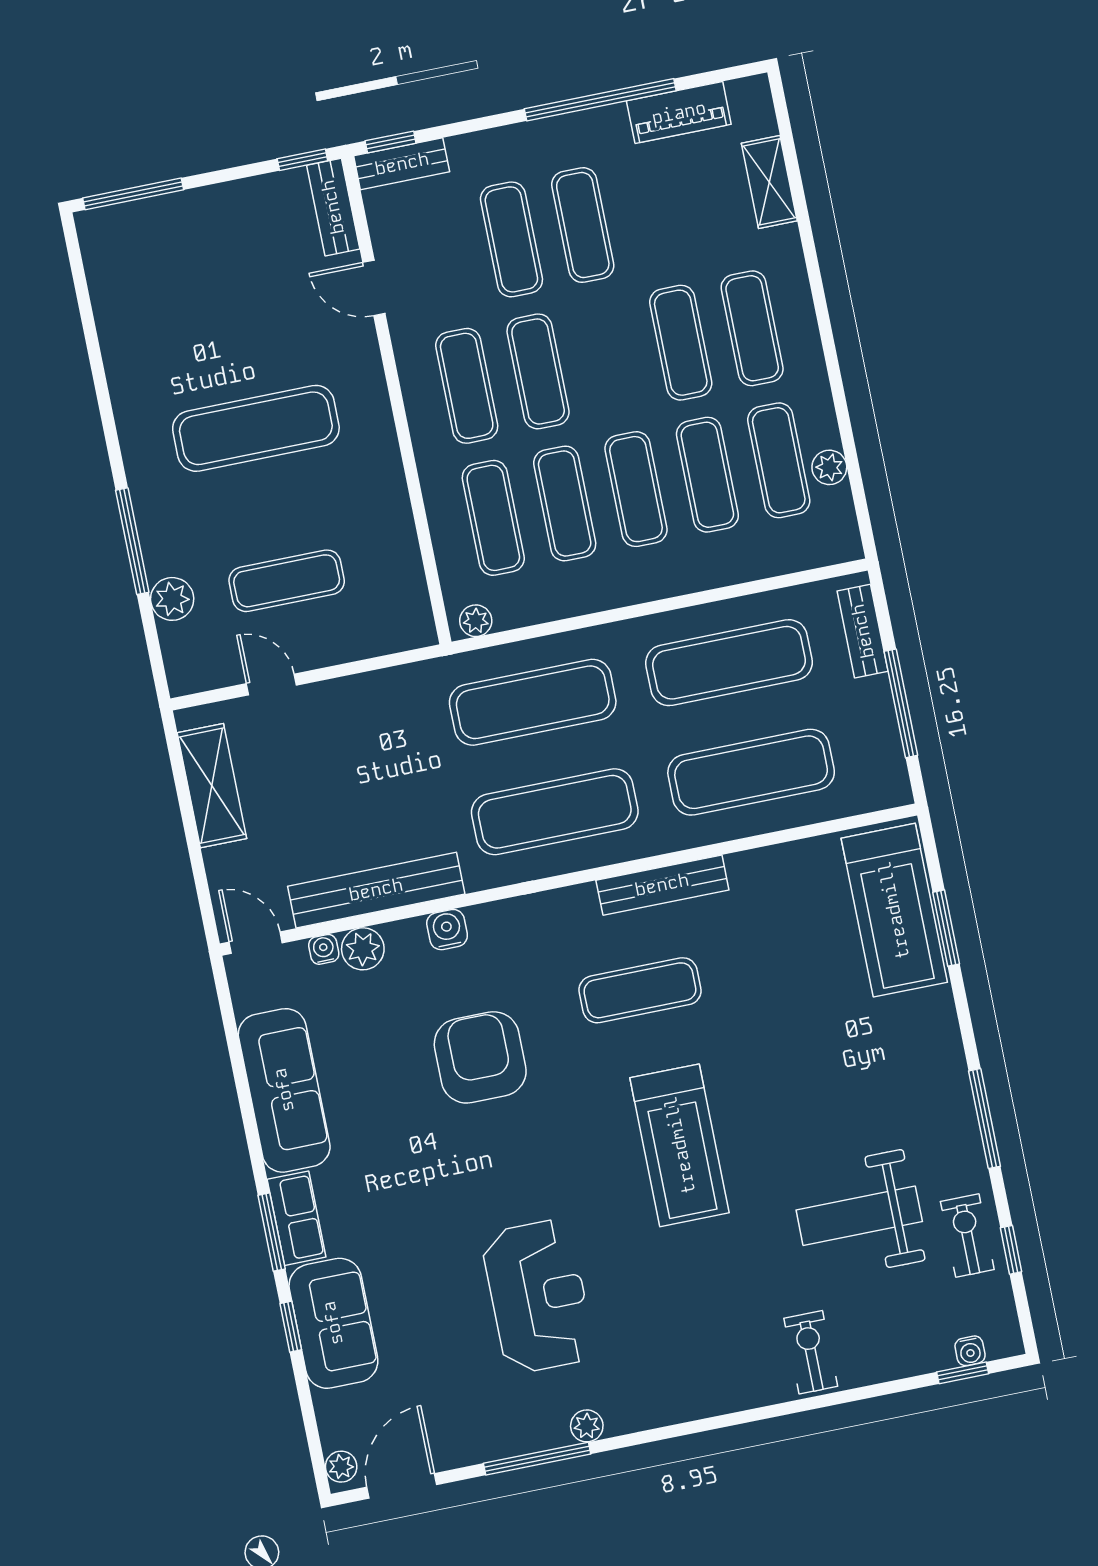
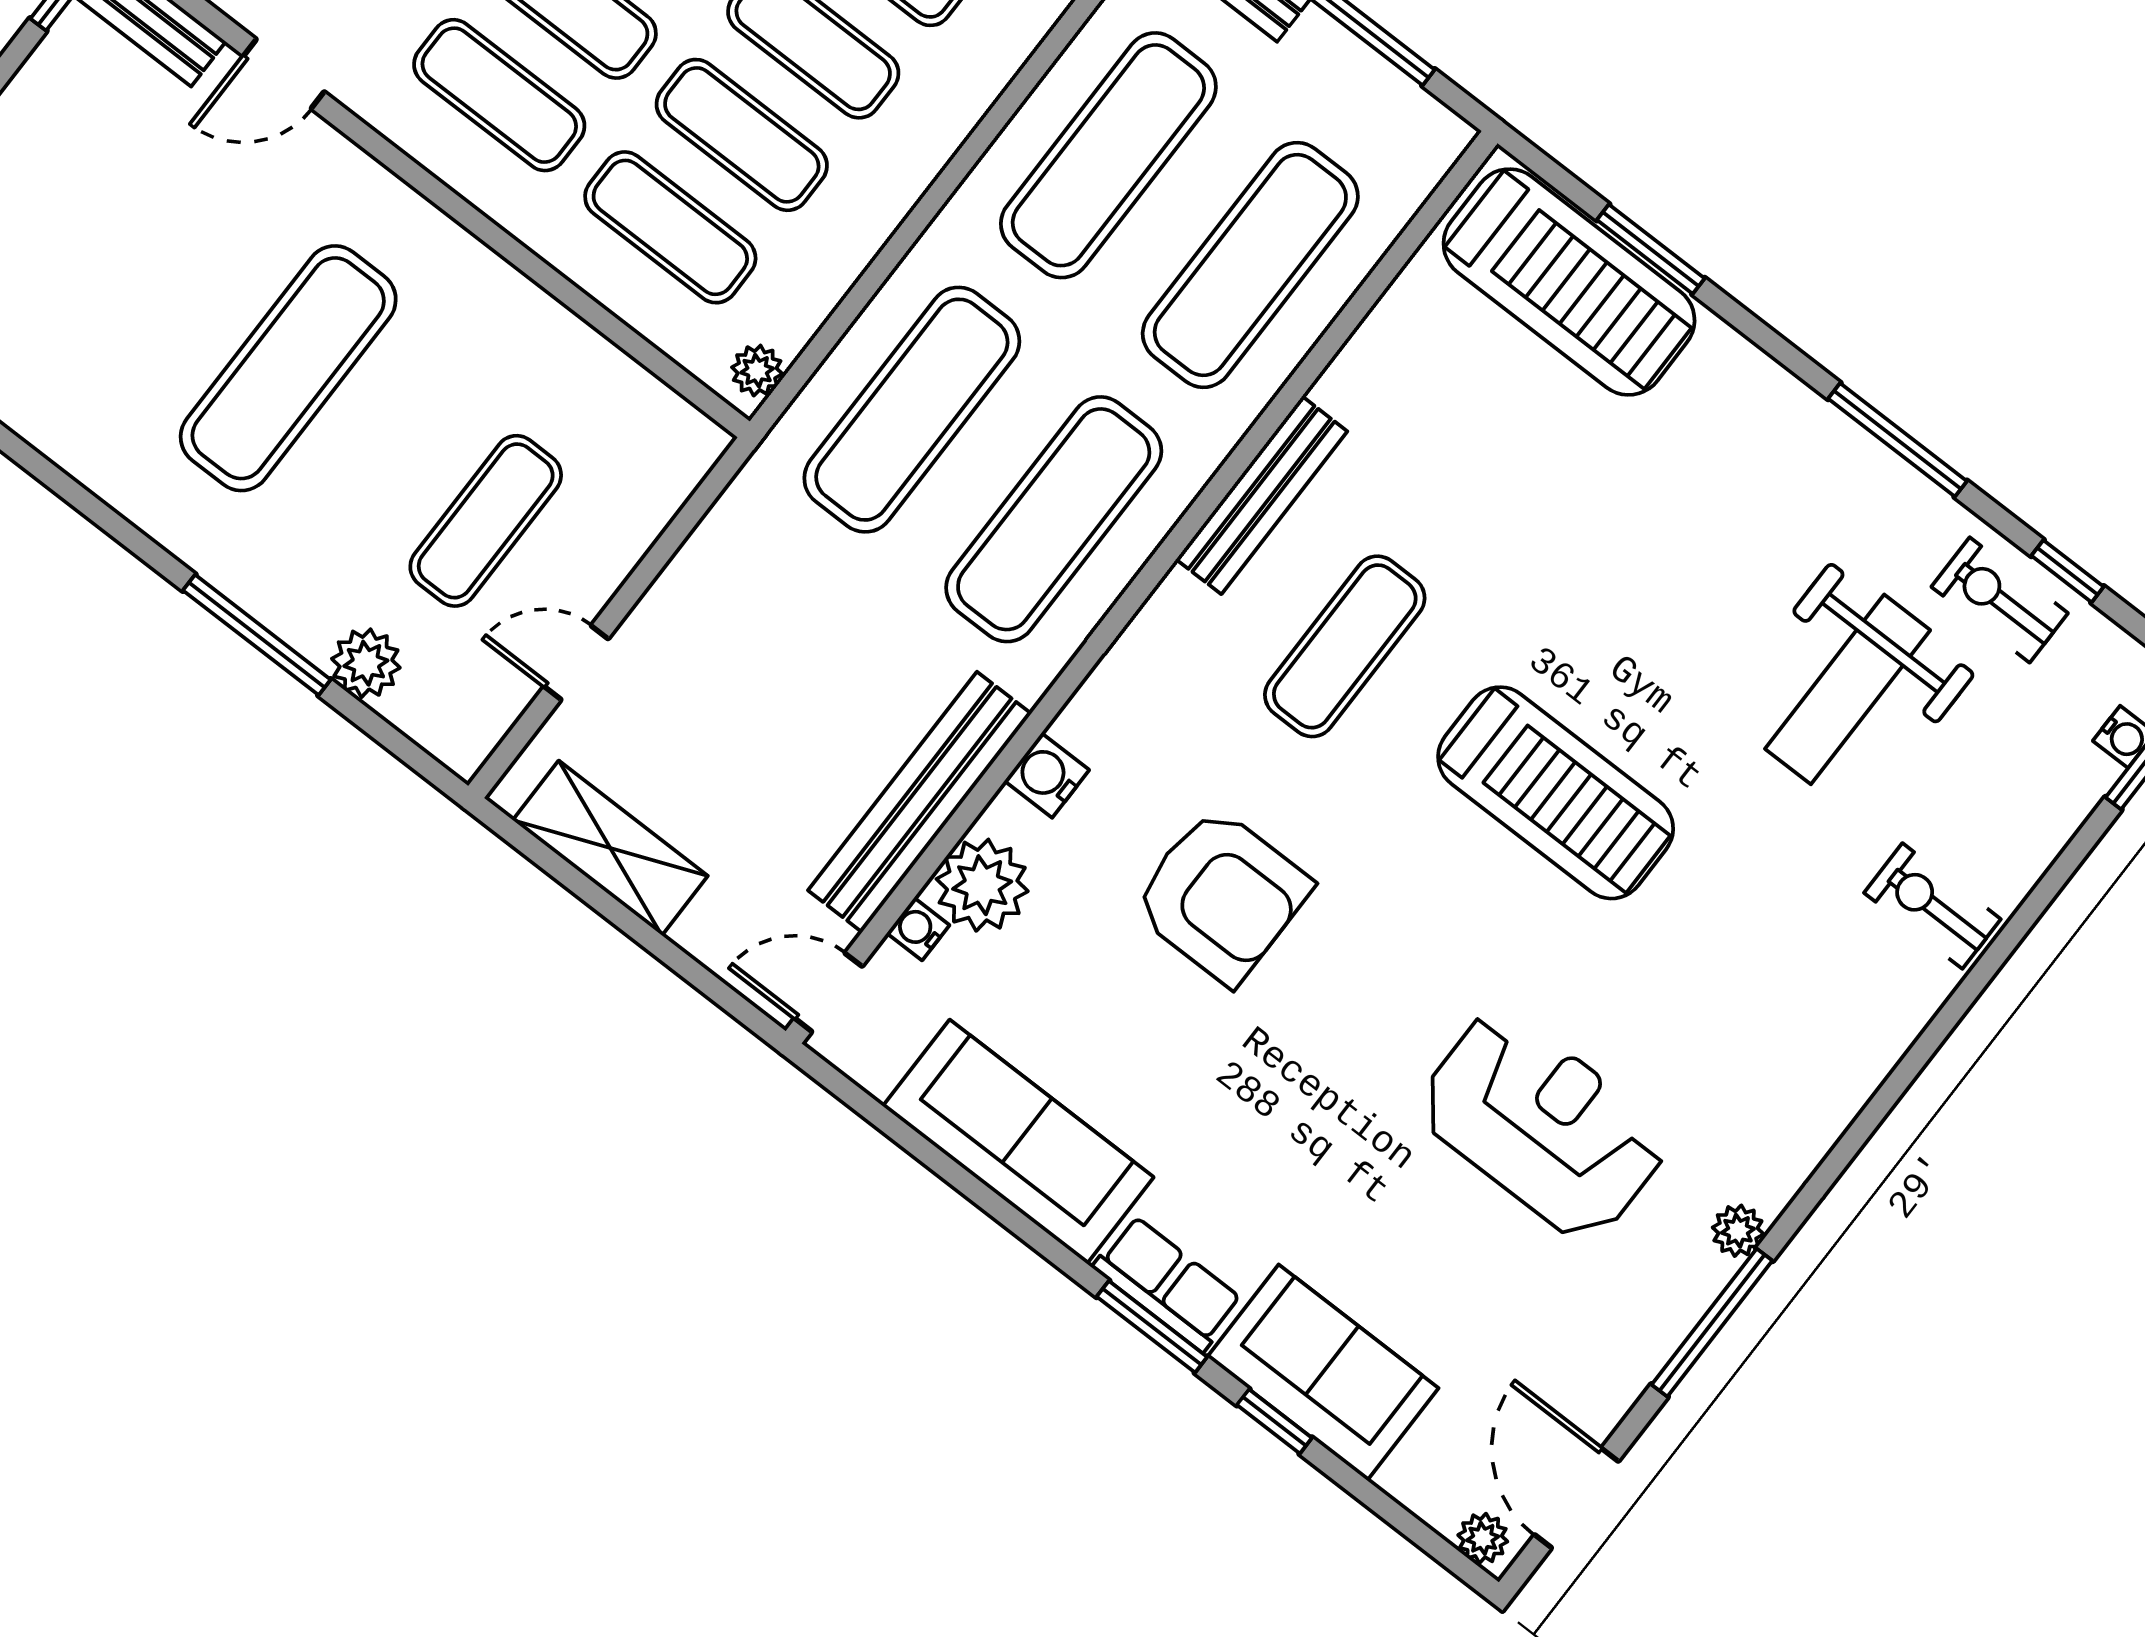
plant: (363, 949) -> (982, 885), width x1.36, depth x1.36
armchair: (480, 1057) -> (1221, 896), turned 180

